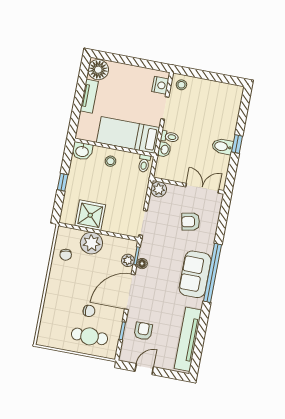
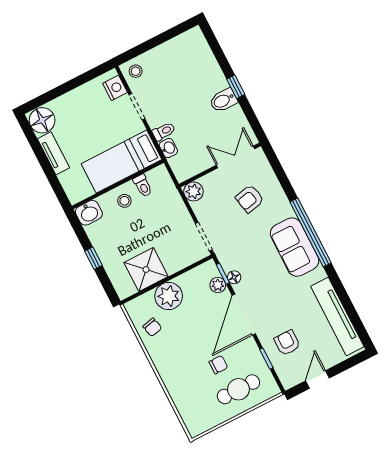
toilet: (144, 163) -> (143, 186), moved

